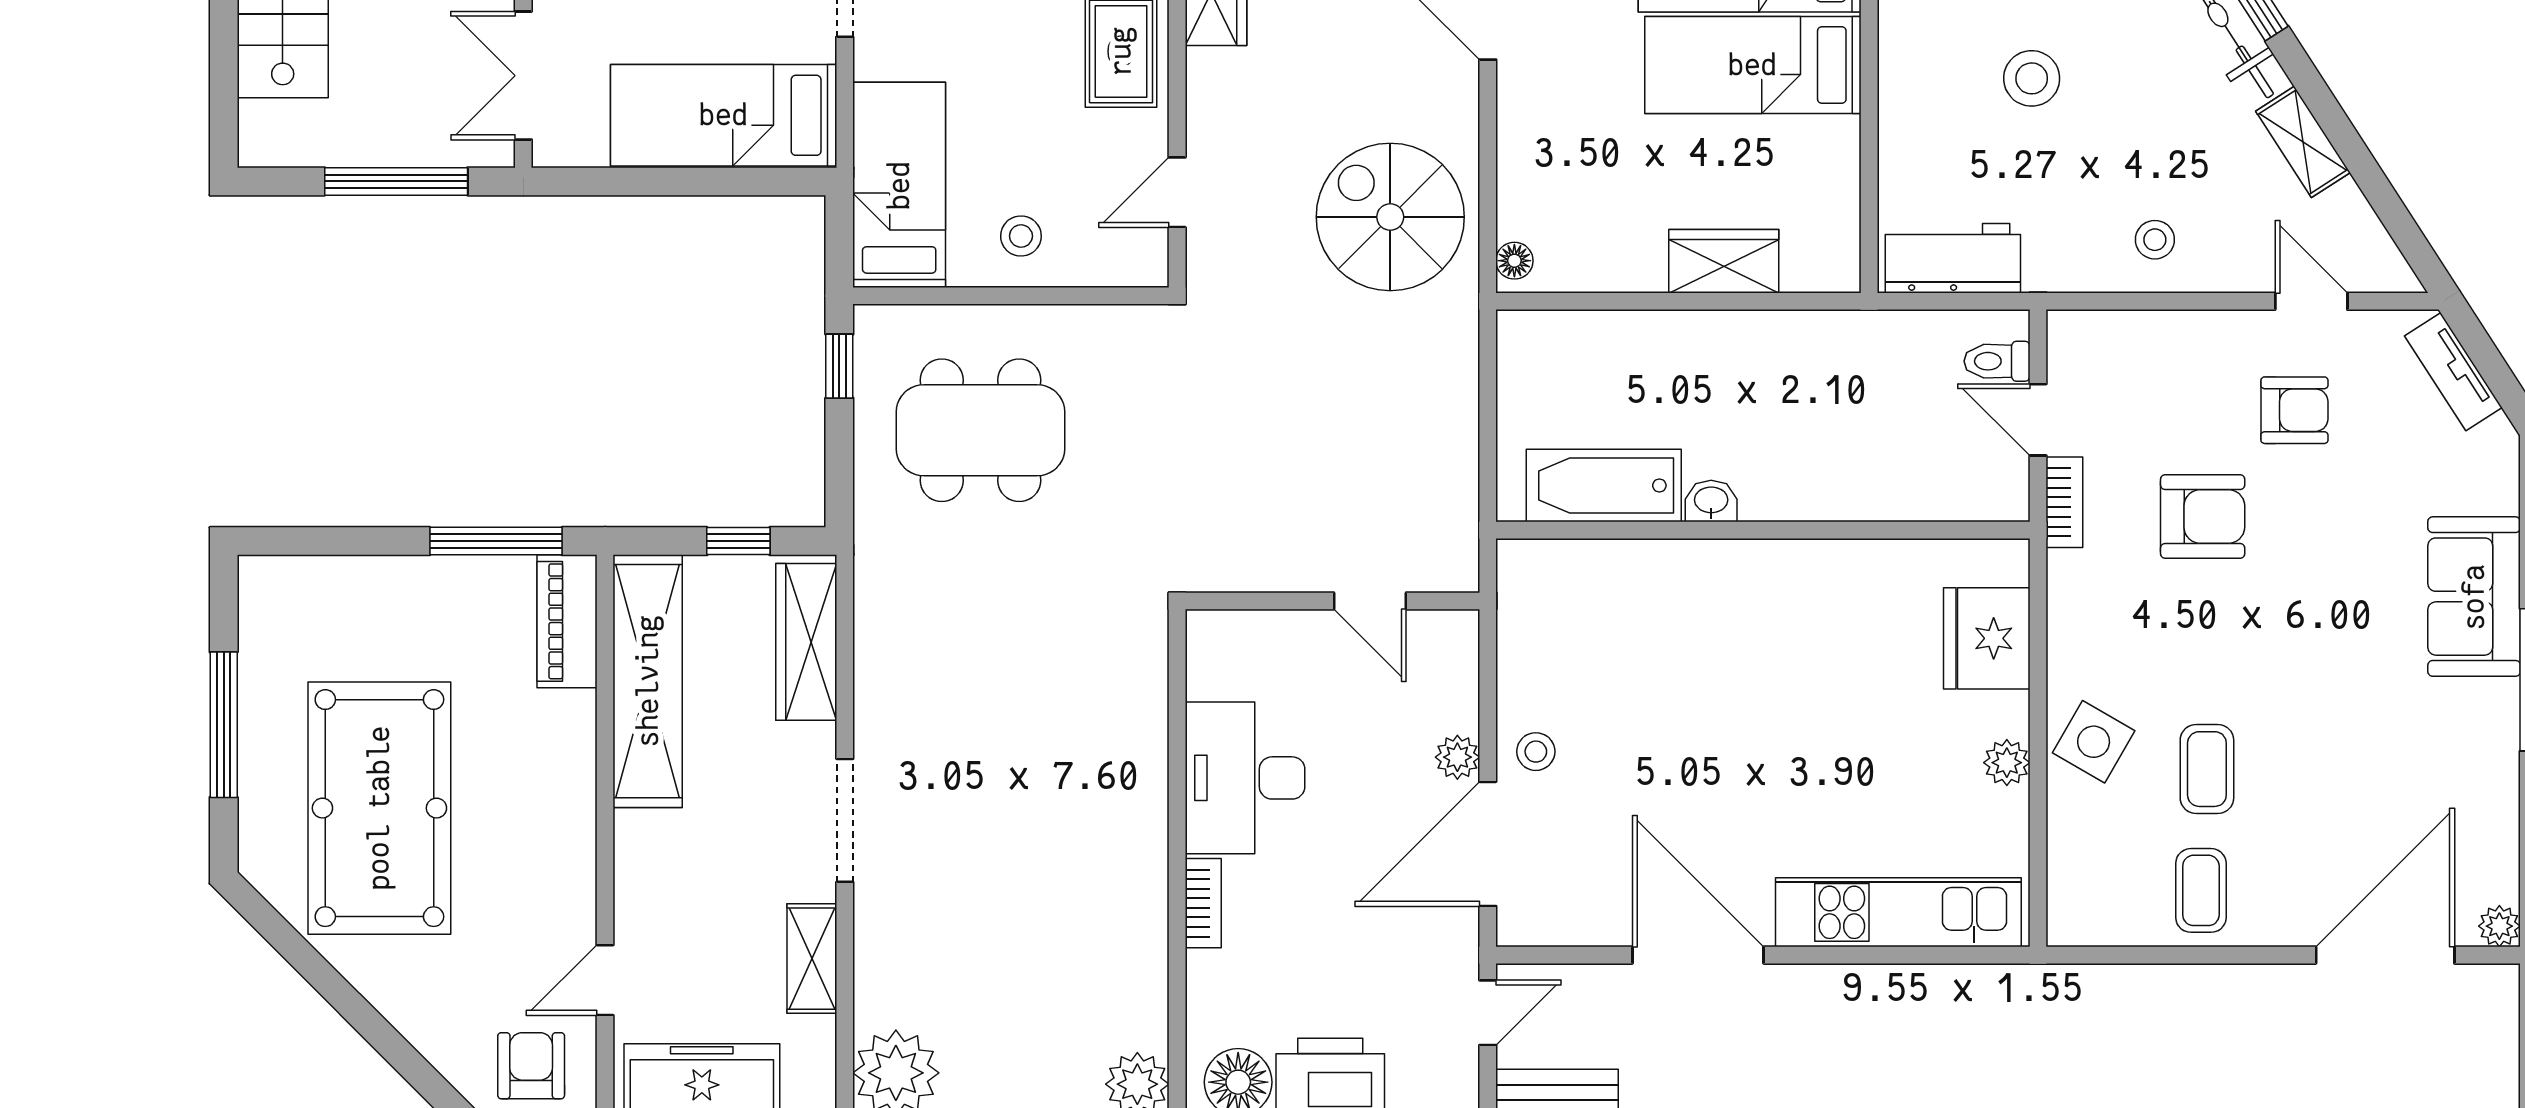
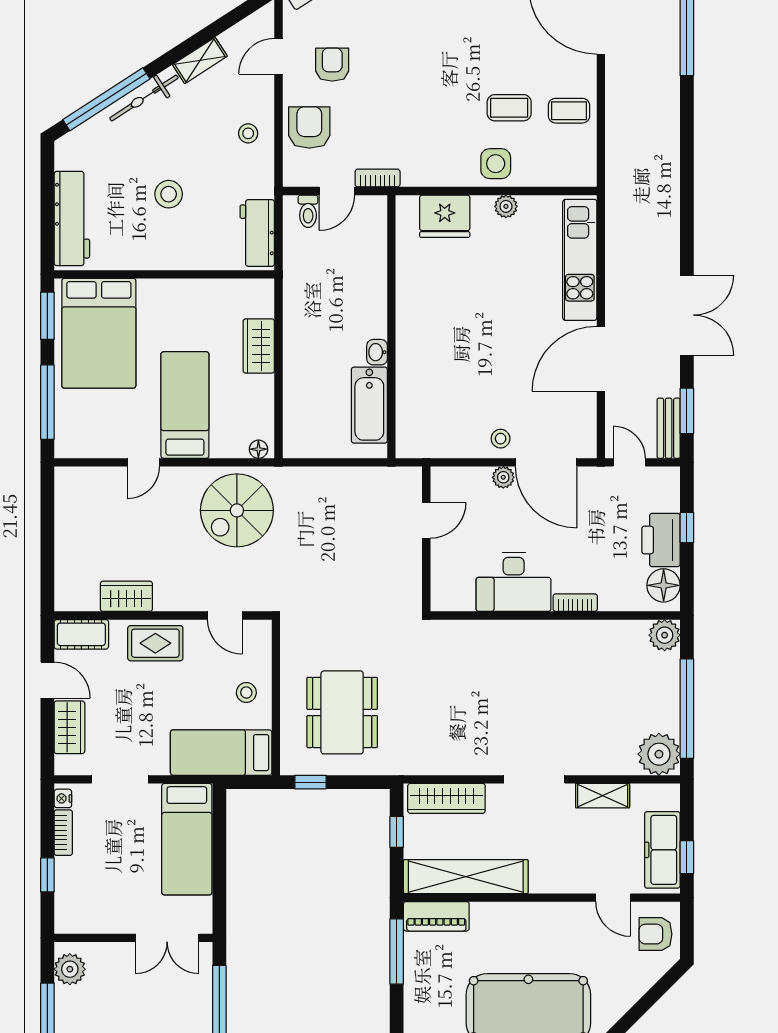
bed: (1753, 65) -> (185, 405), moved, turned 180
armchair: (2203, 516) -> (309, 127), moved
side table: (2094, 742) -> (496, 164), turned -30

